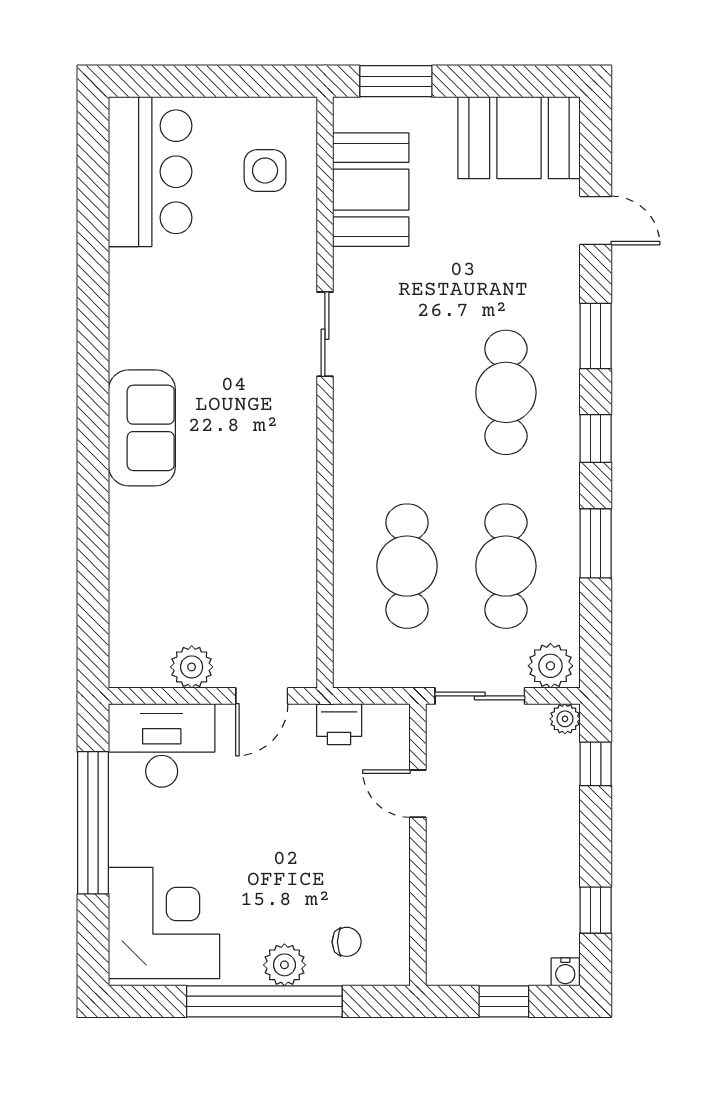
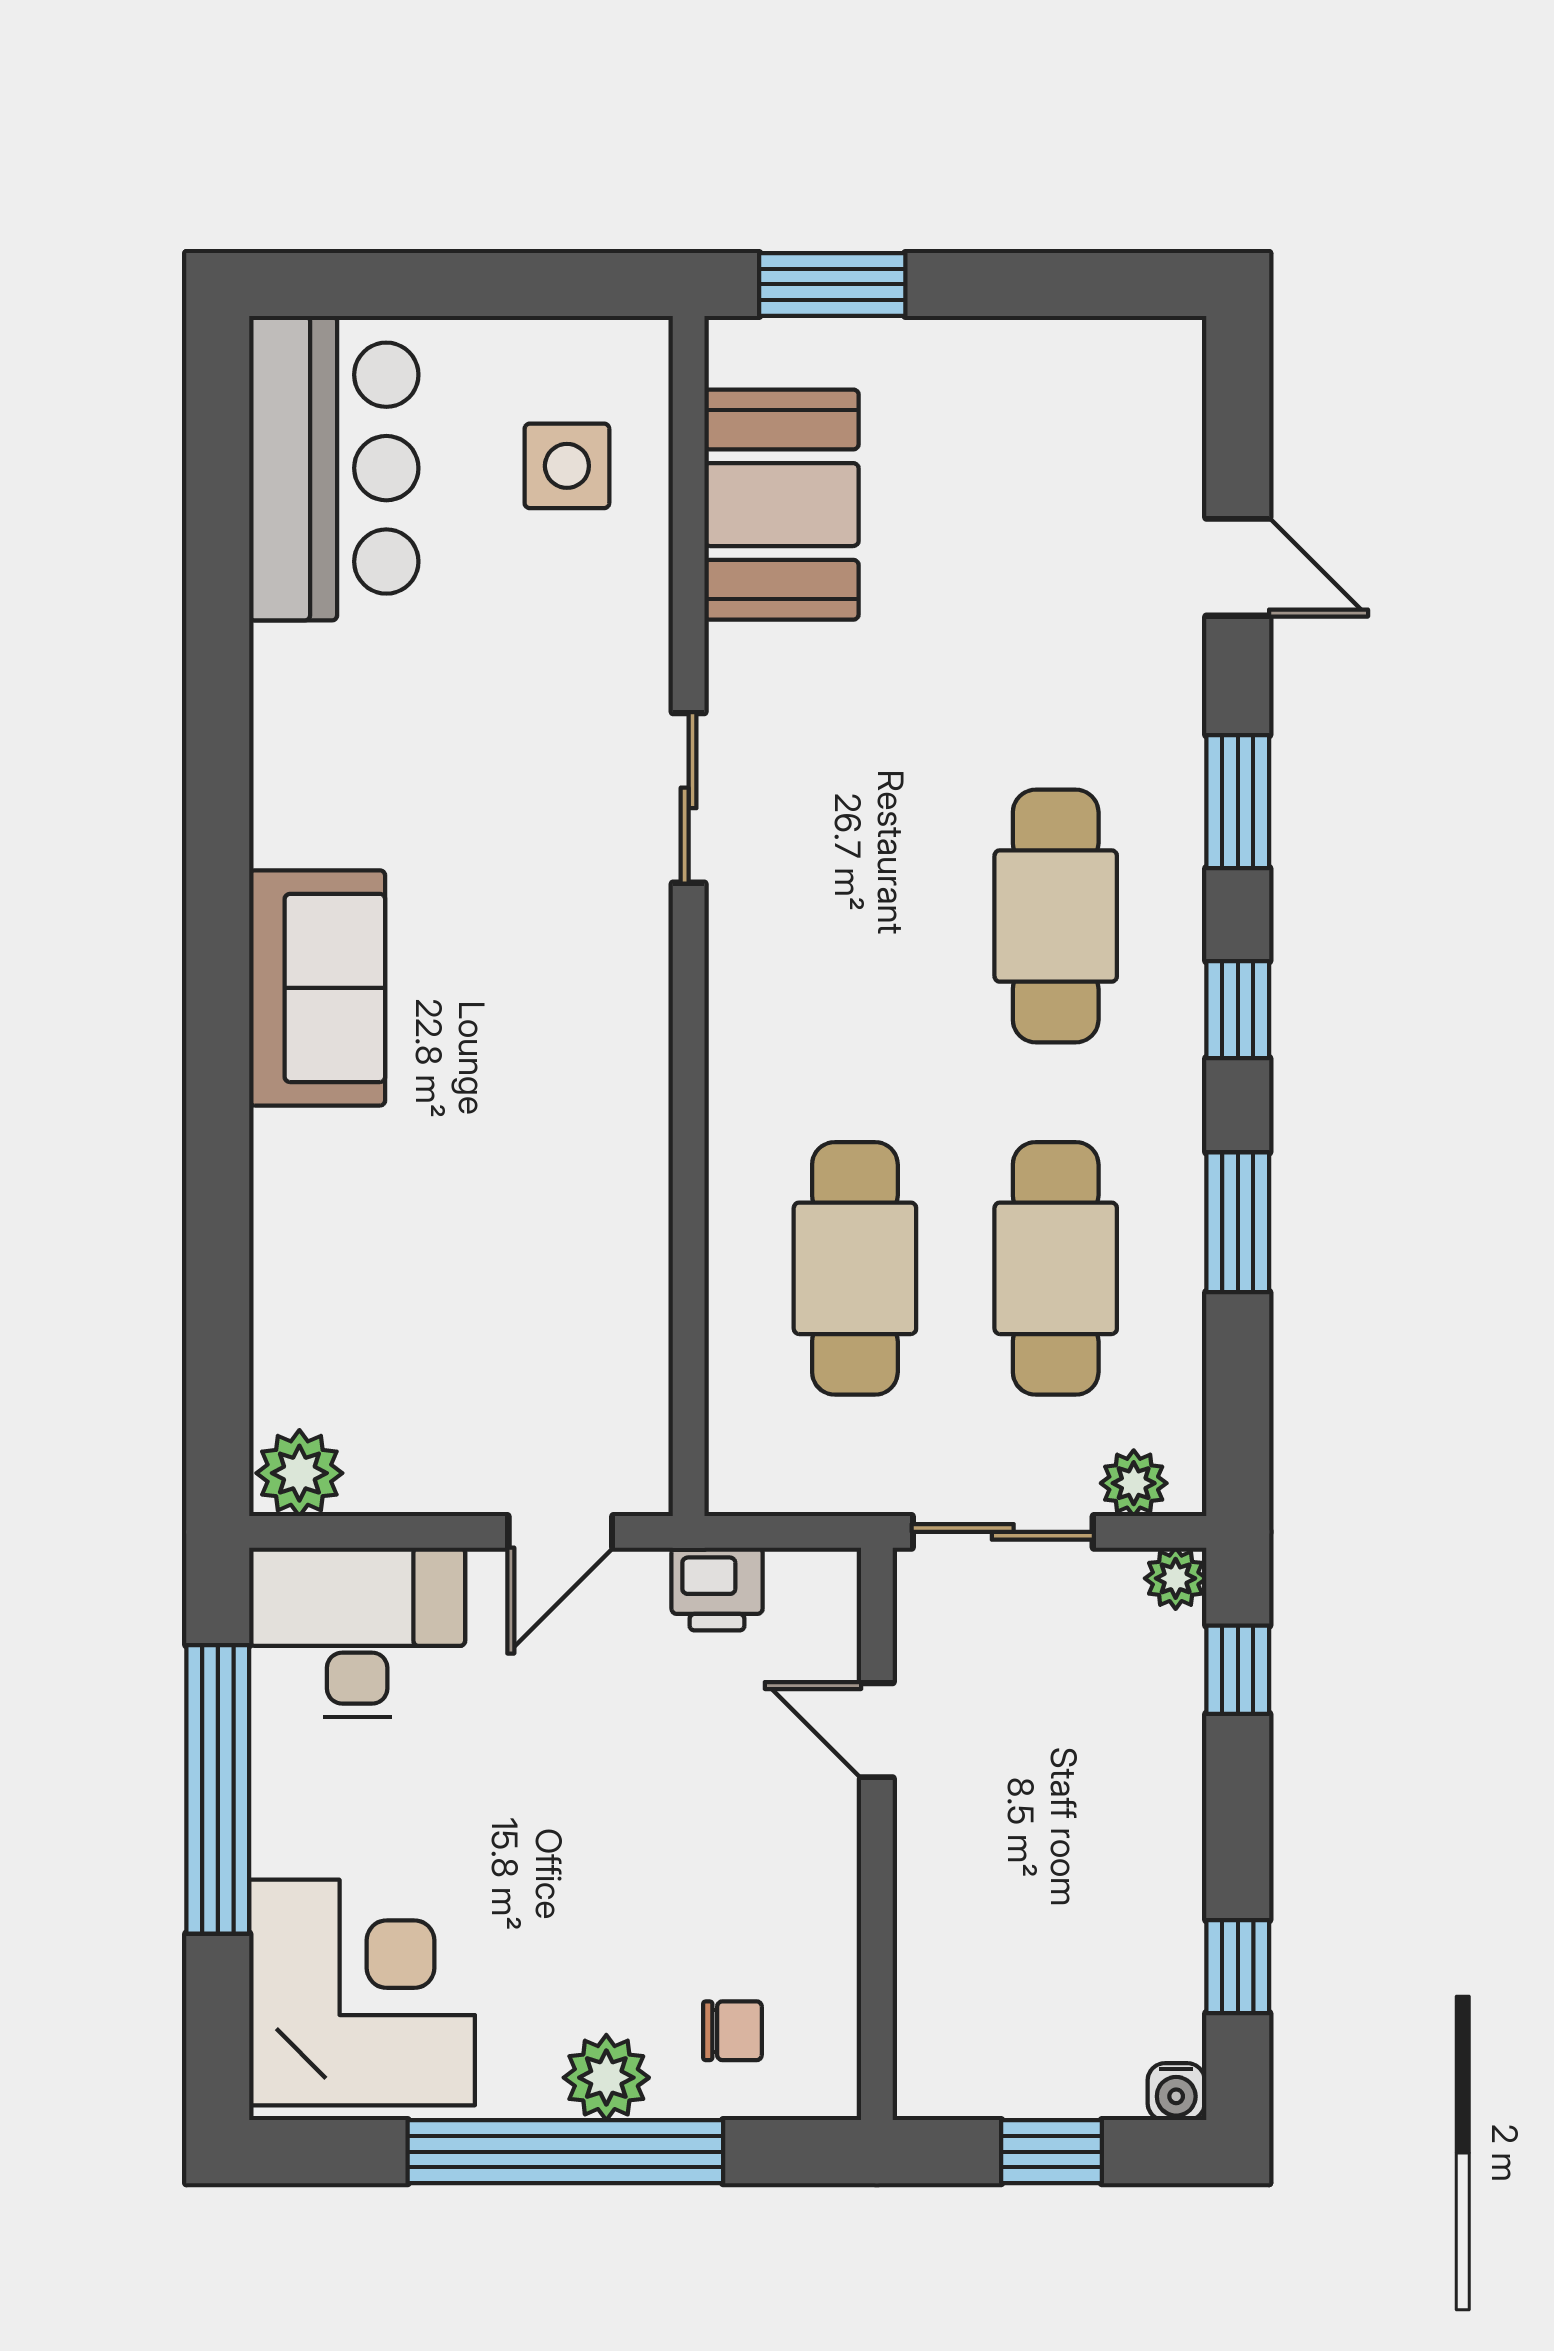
booth: (519, 138) -> (1082, 399), removed
plant: (550, 666) -> (1134, 1483), width x0.73, depth x0.73
plant: (192, 667) -> (299, 1473), moved

